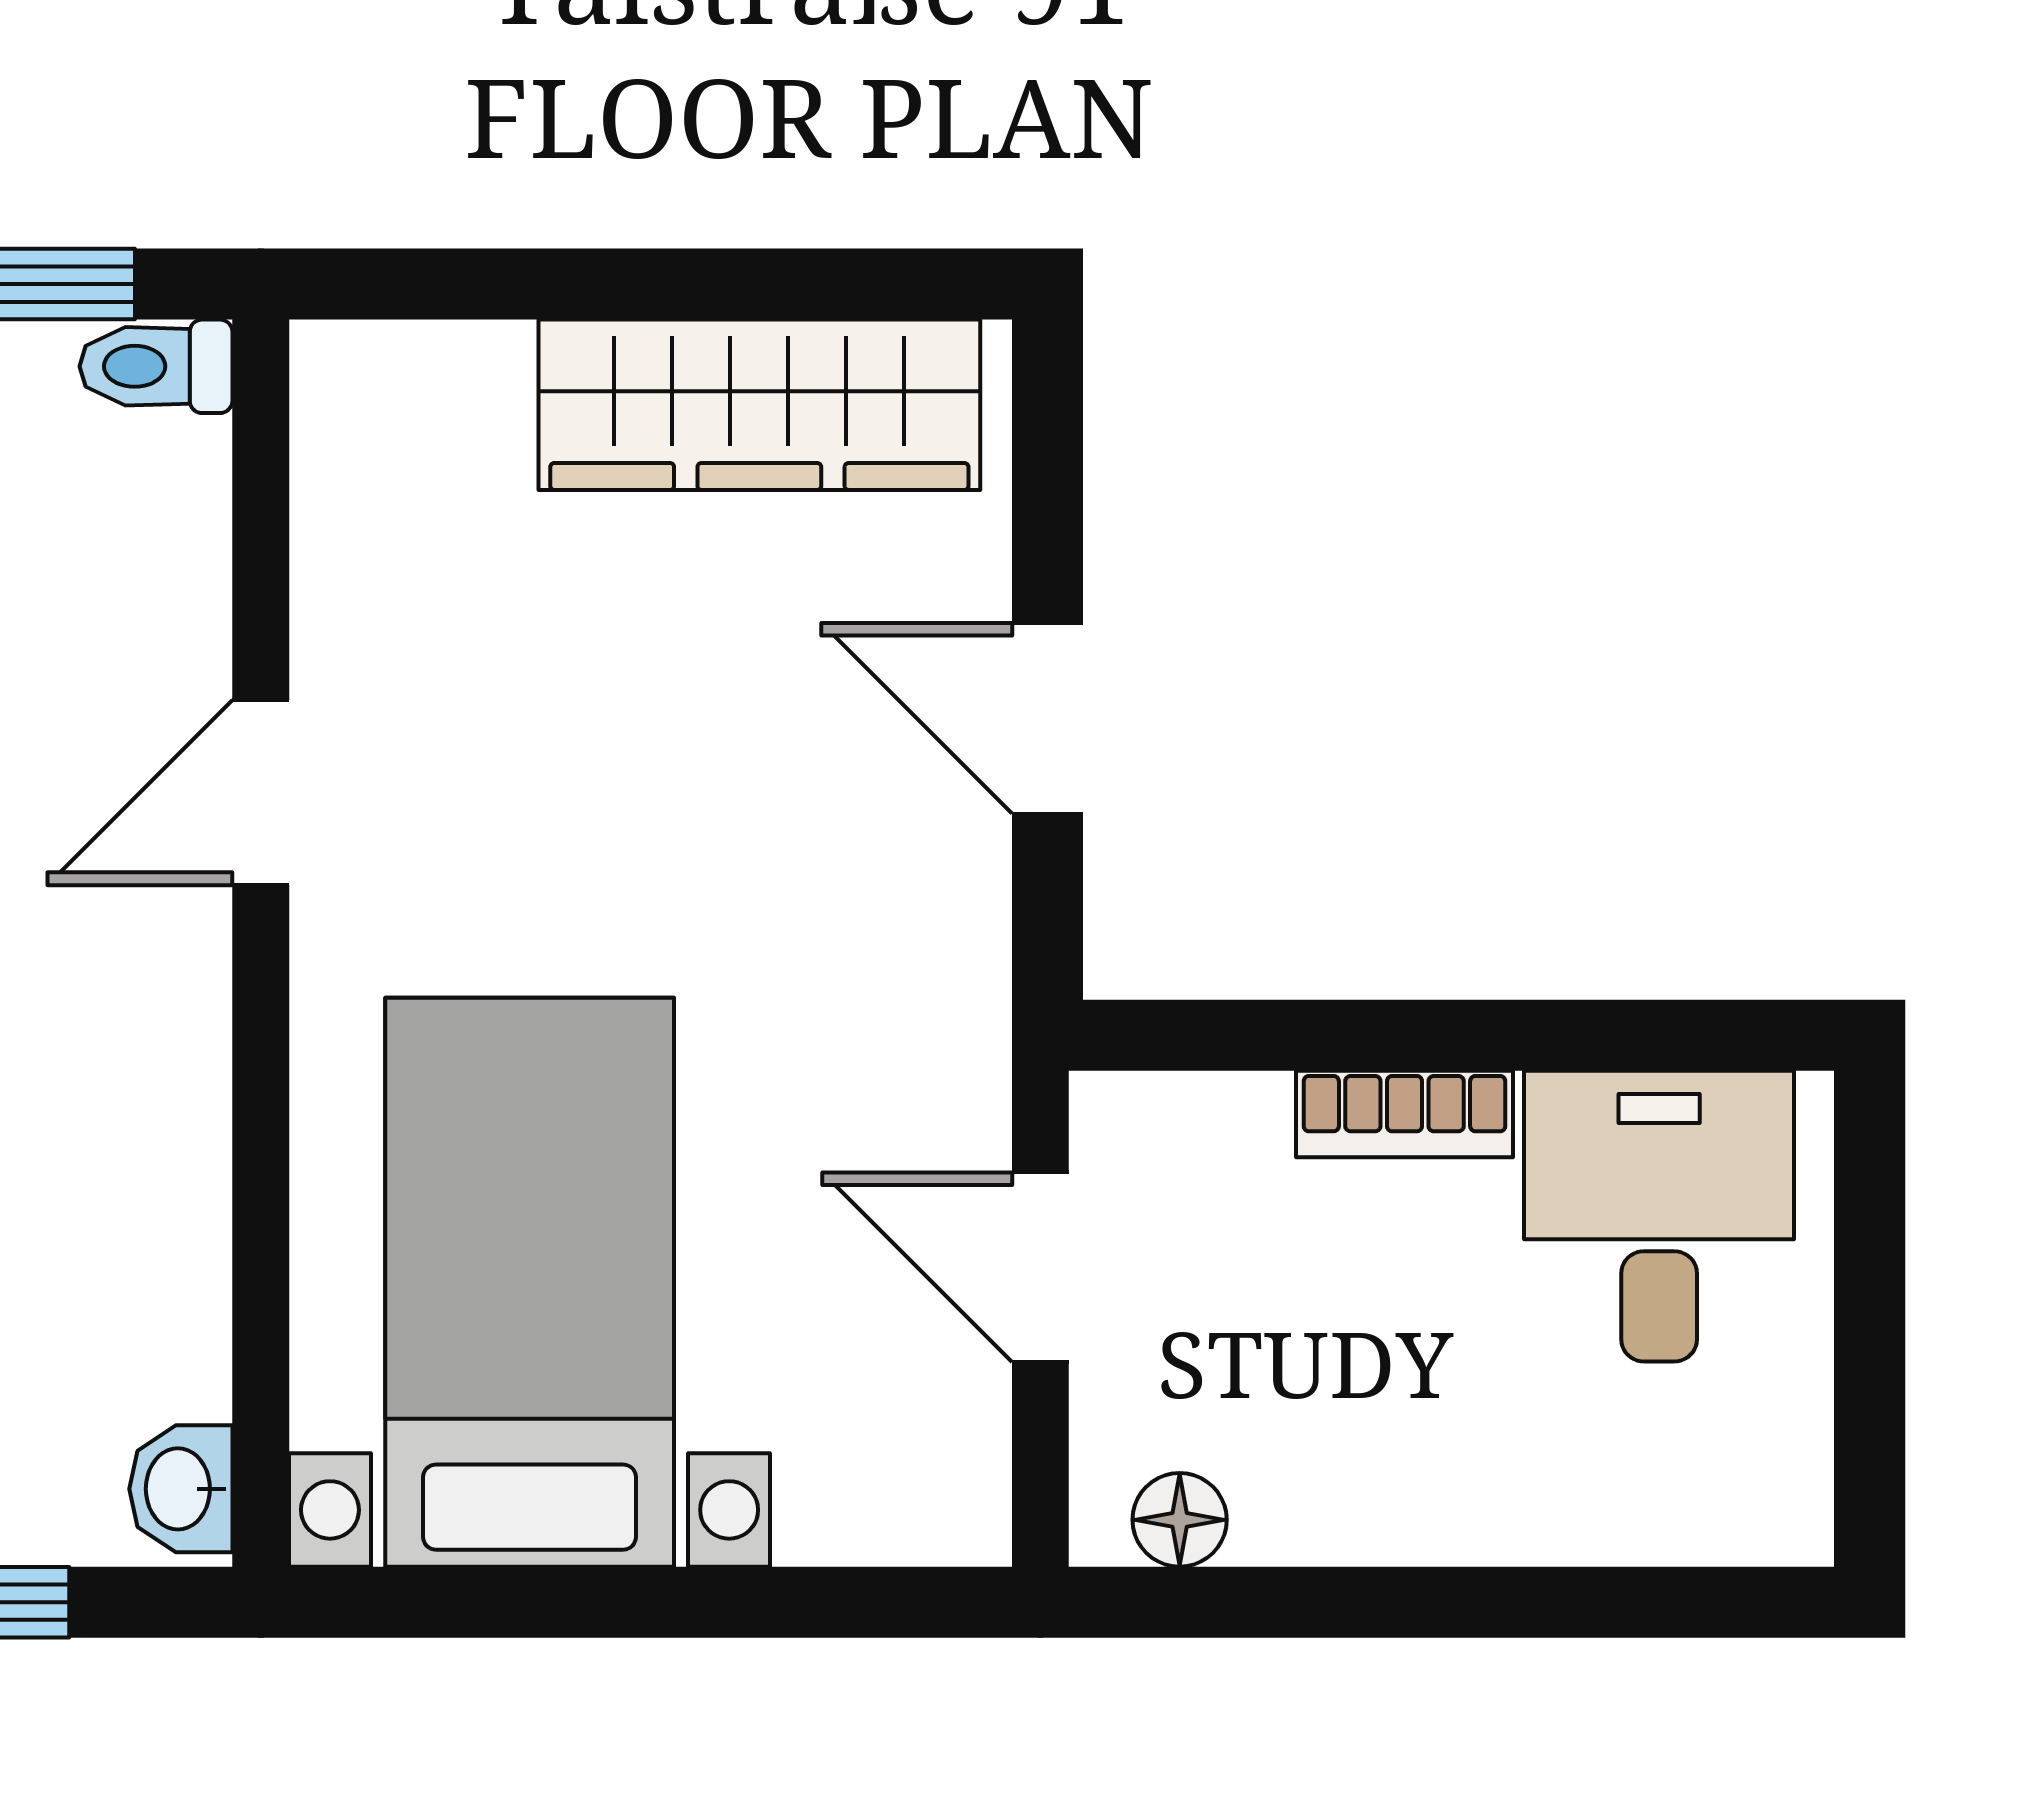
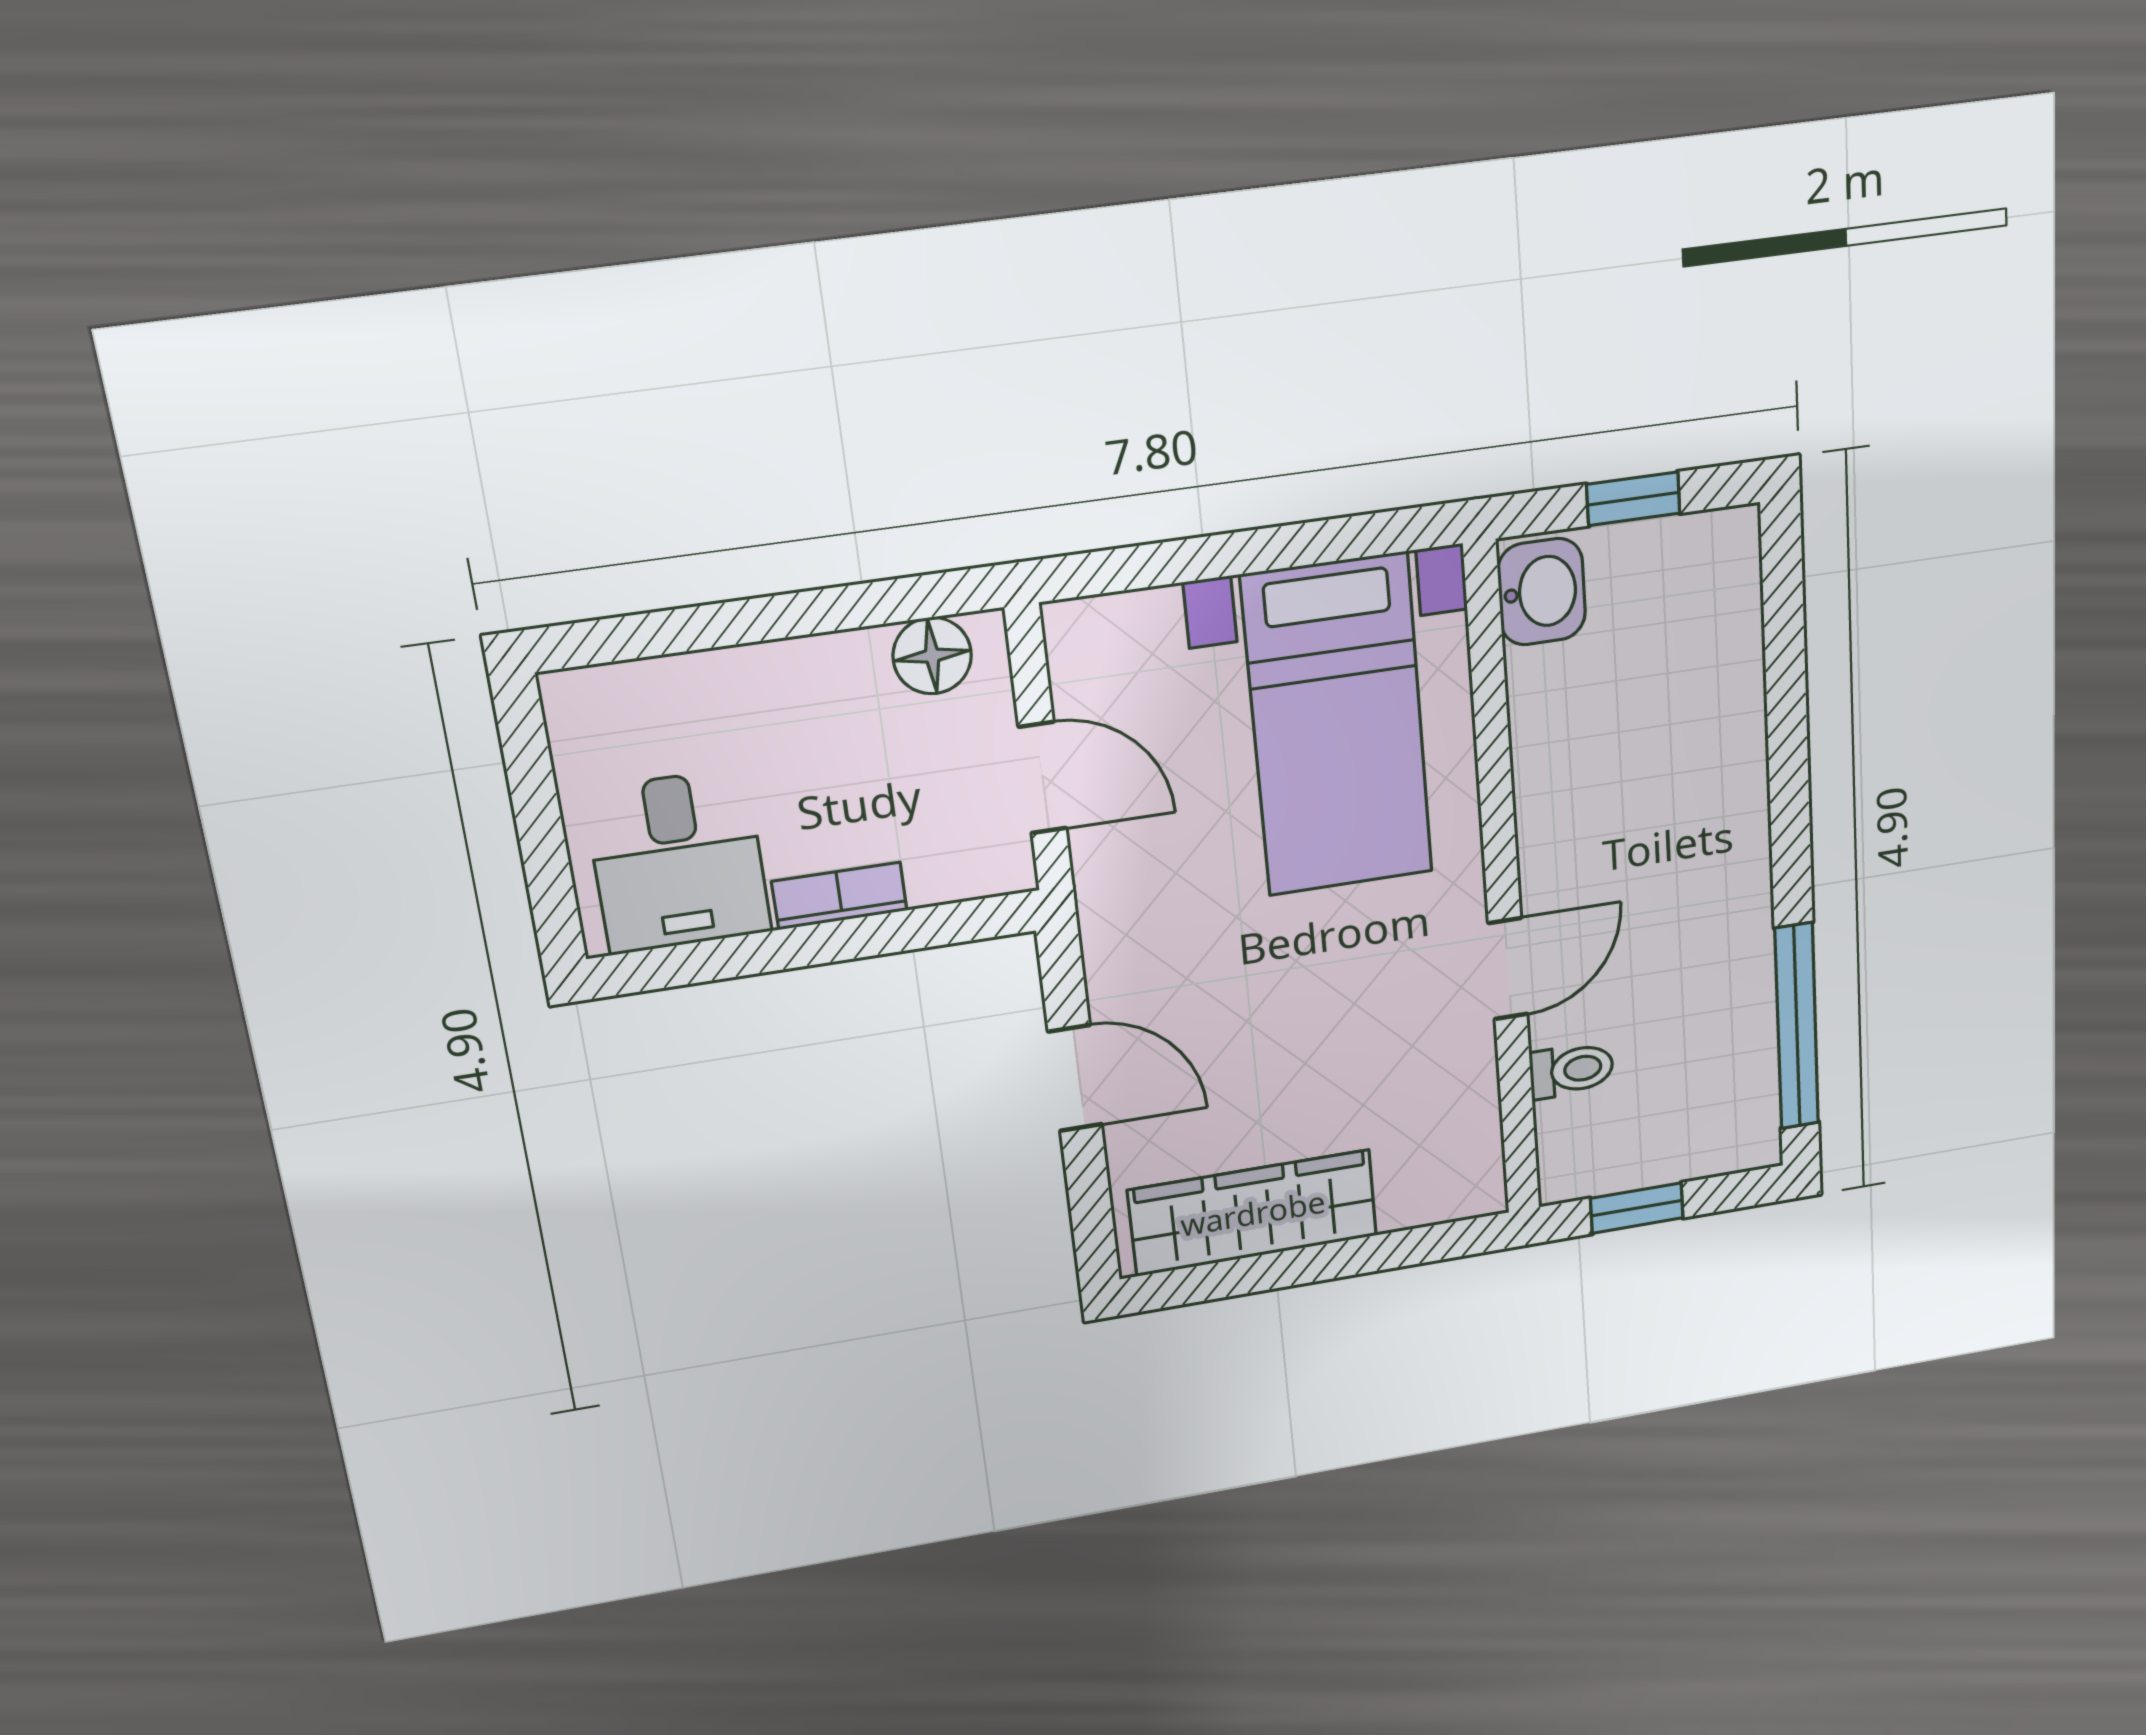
toilet: (156, 366) -> (1571, 1070), moved
washbasin: (181, 1489) -> (1542, 592), width x1.38, depth x1.45
floor lamp: (1180, 1520) -> (932, 656), width x1.37, depth x1.37

